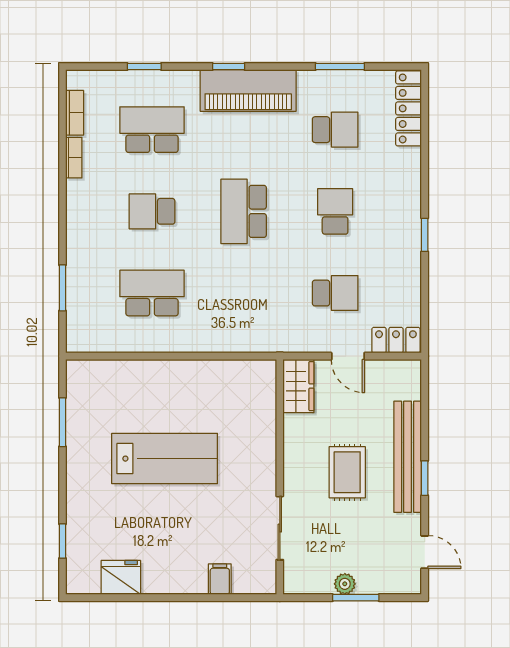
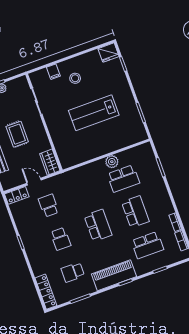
school desk: (152, 211) -> (135, 212), width x1.85
school desk: (335, 293) -> (49, 206), turned 90
plant: (164, 338) -> (112, 162), added
stool: (178, 548) -> (75, 78), added
fridge: (121, 577) -> (108, 53), moved

